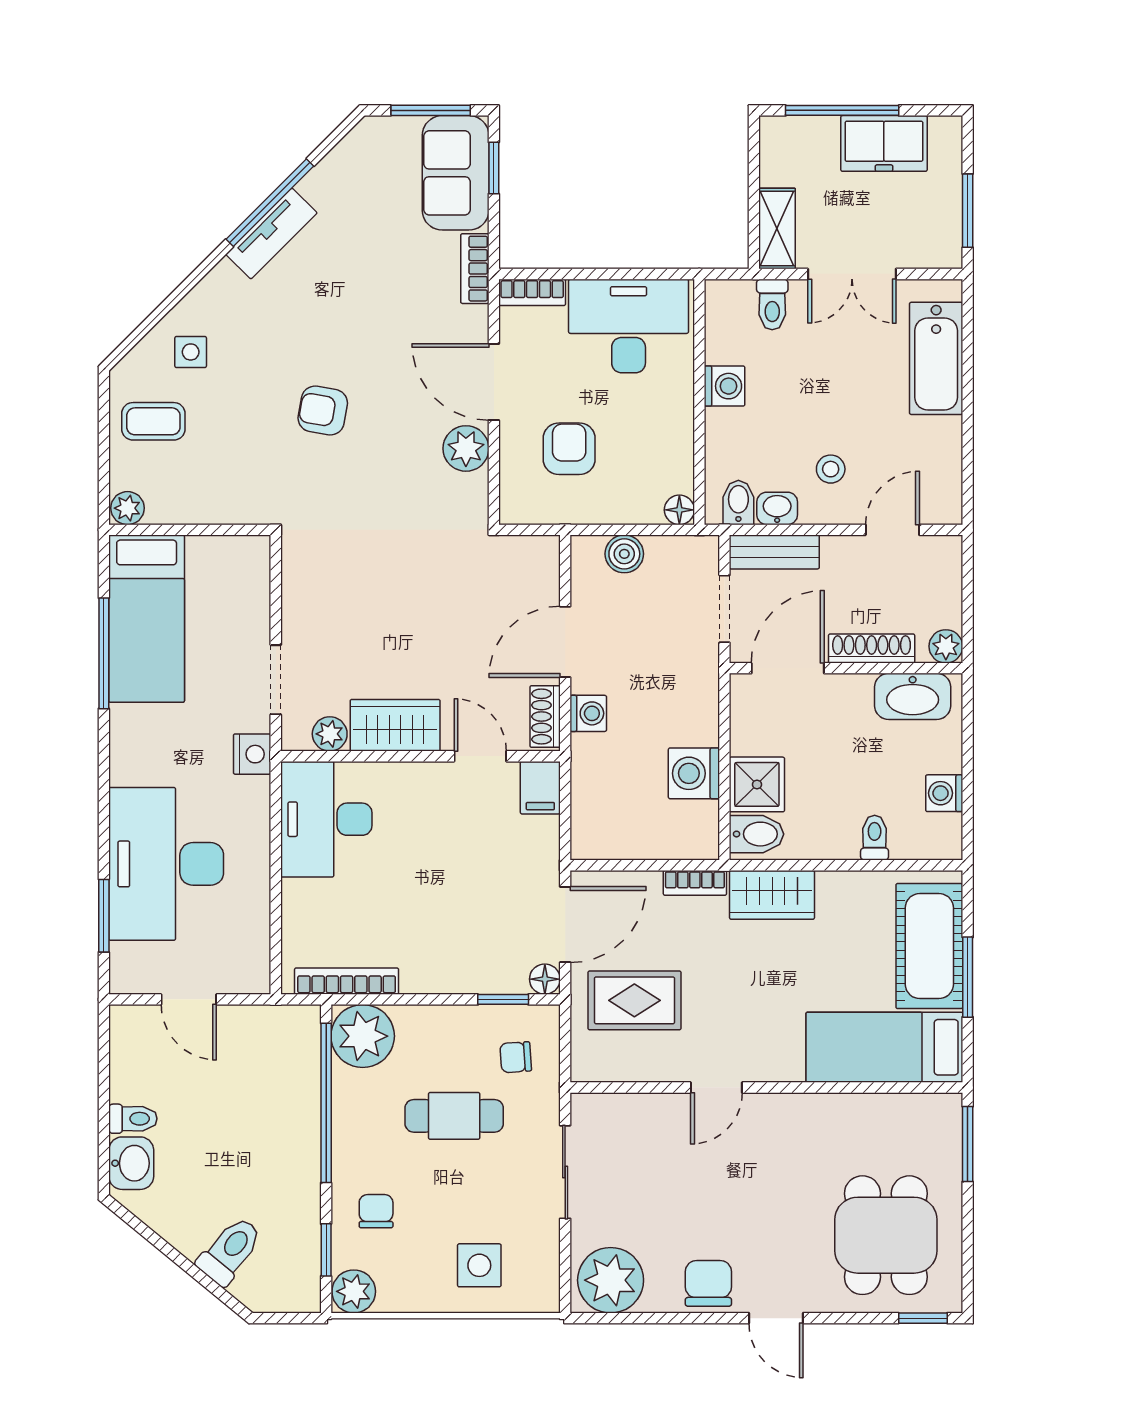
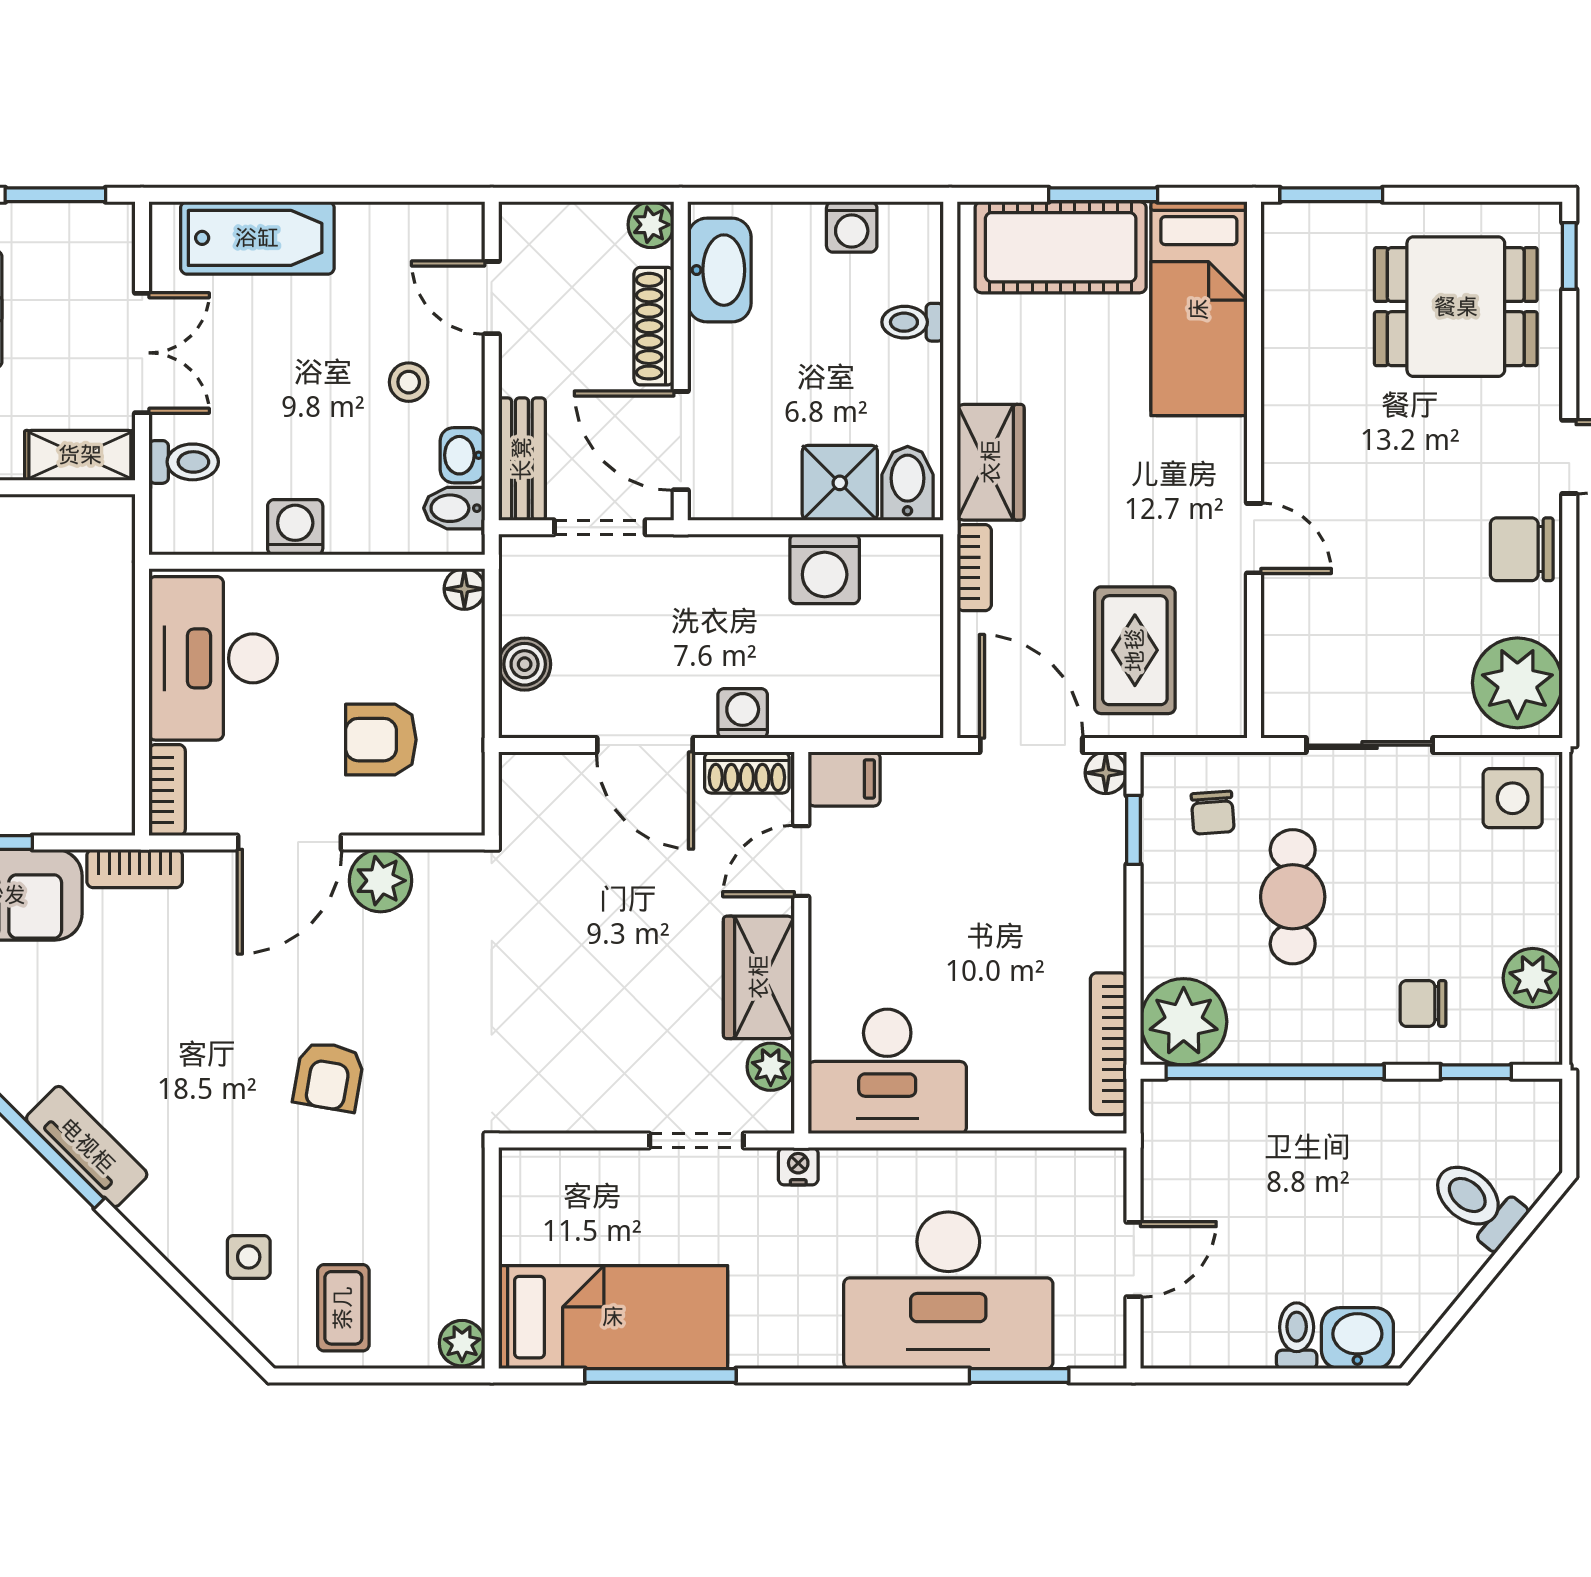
nightstand: (252, 754) -> (798, 1166), width x0.72, depth x0.74
side table: (479, 1265) -> (1513, 798), moved
plant: (354, 1291) -> (1533, 978), moved

